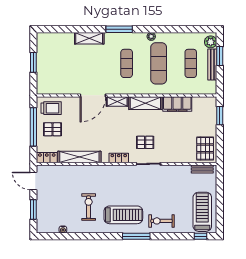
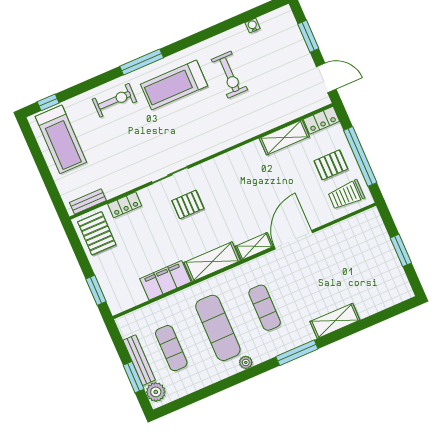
shelving: (79, 157) -> (284, 137), width x0.68
locker: (119, 158) -> (125, 205), moved

